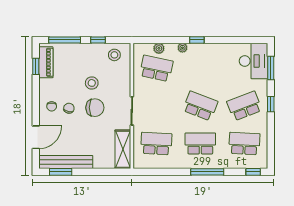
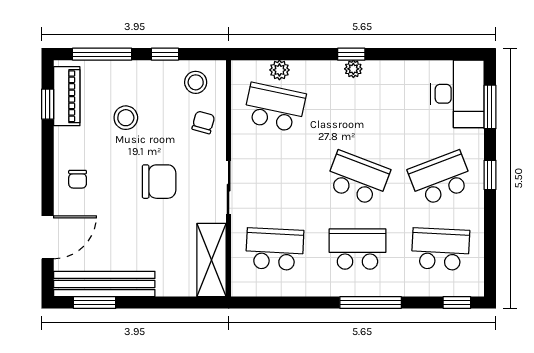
plant: (182, 48) -> (353, 69), moved
stool: (92, 83) -> (126, 118), moved
chair: (69, 108) -> (203, 122), moved

